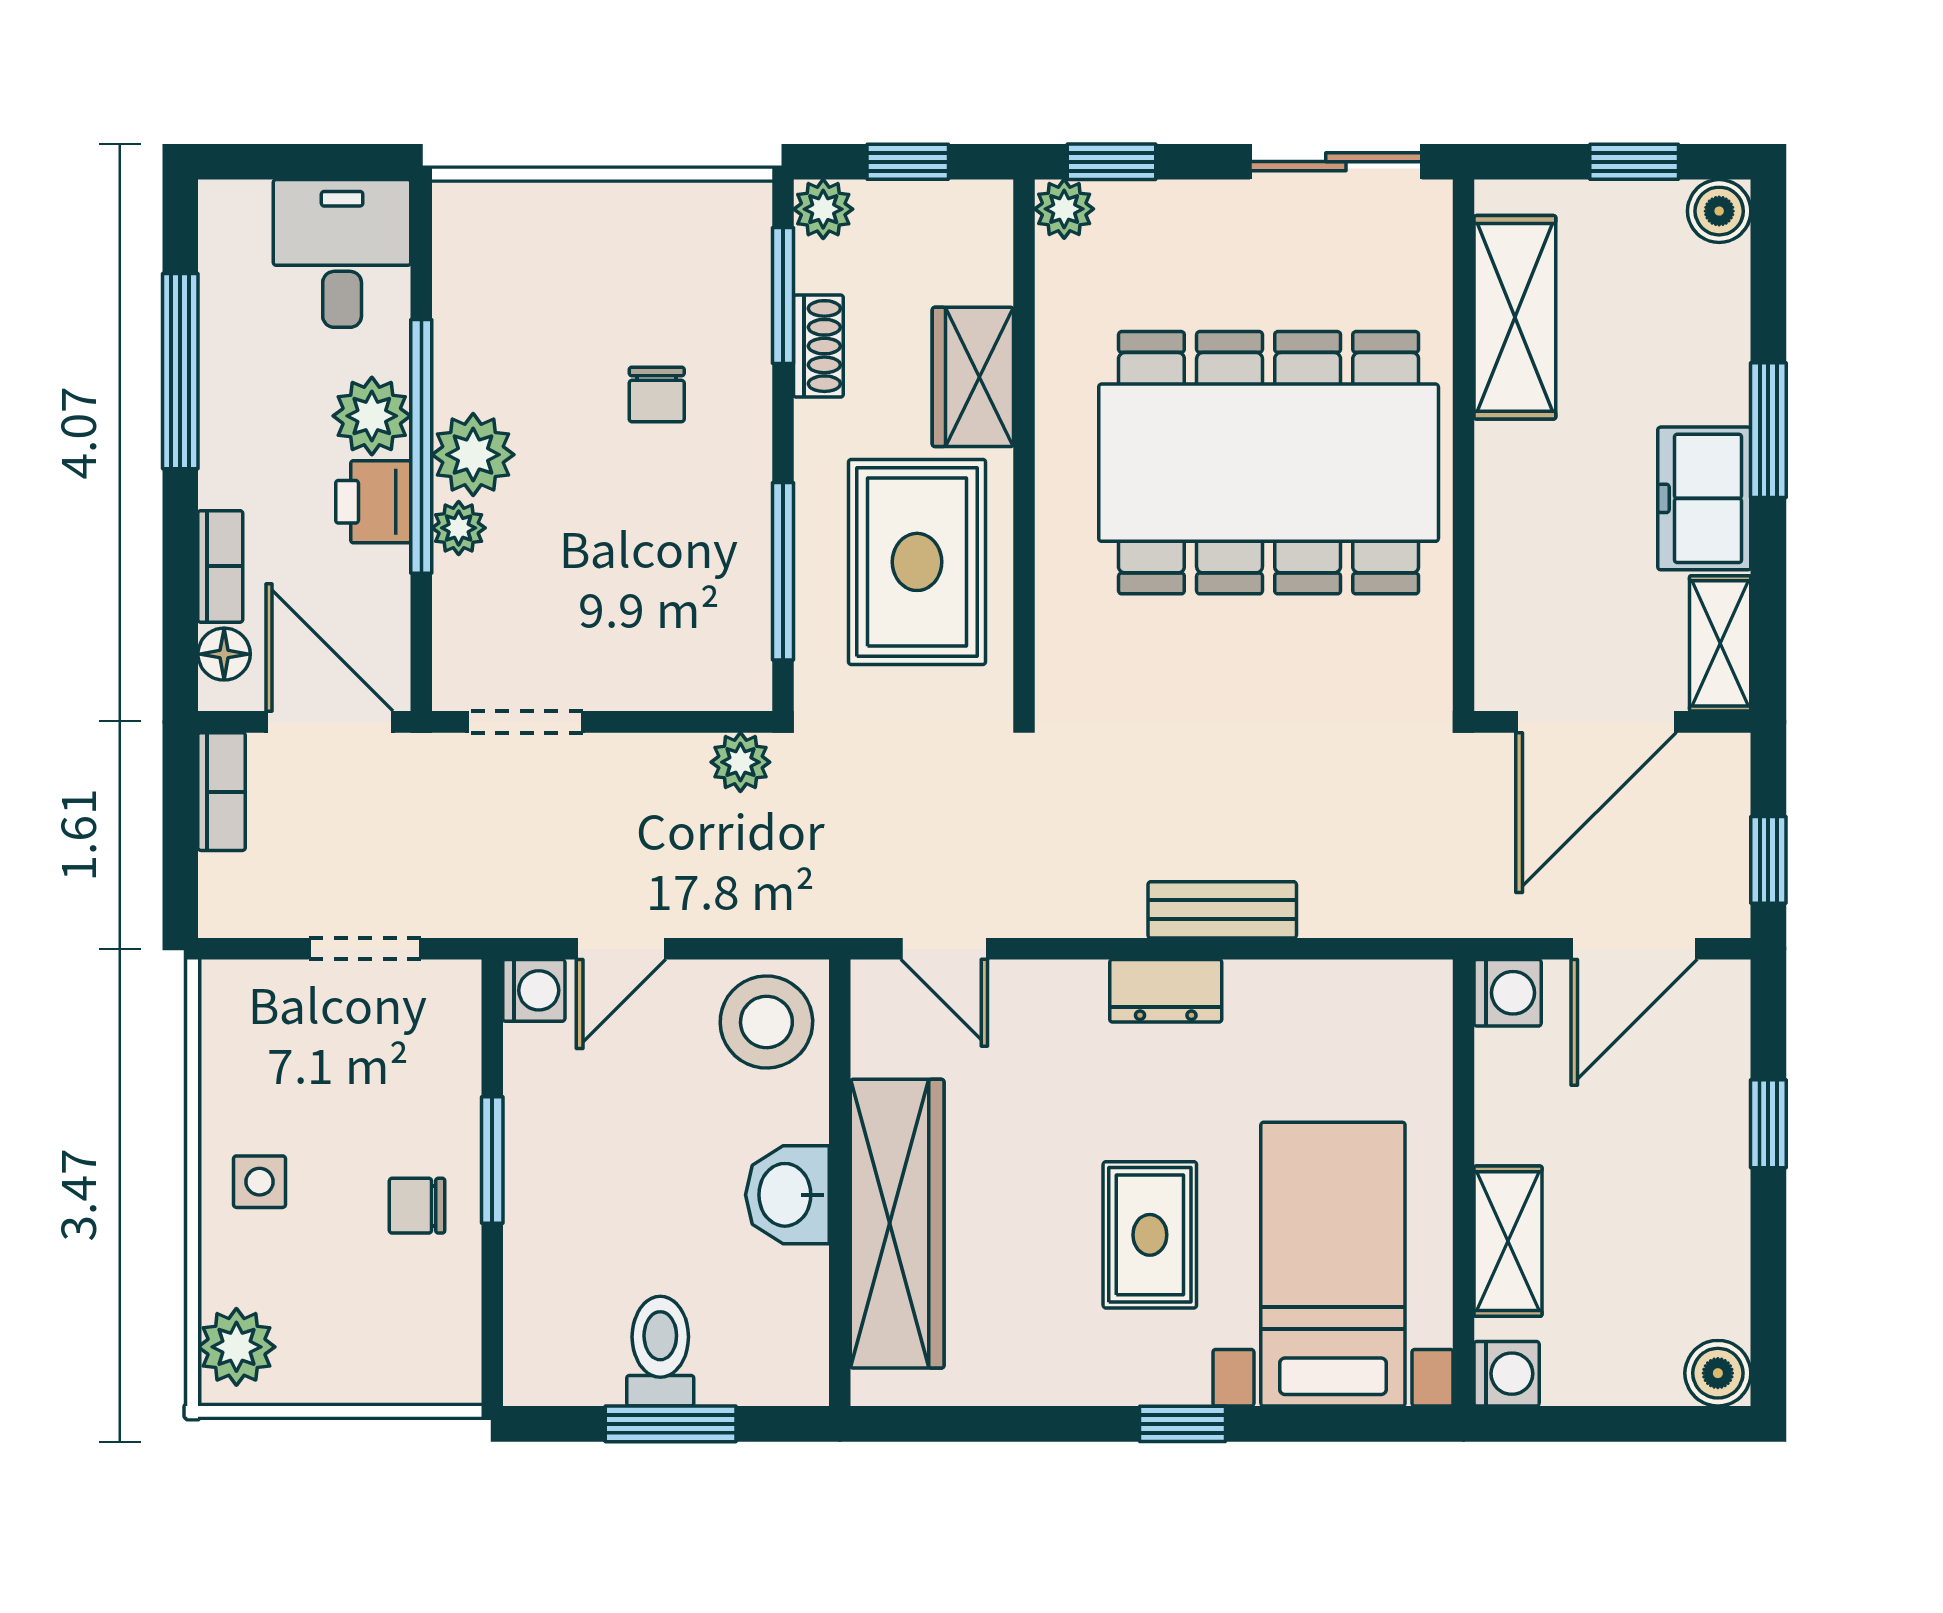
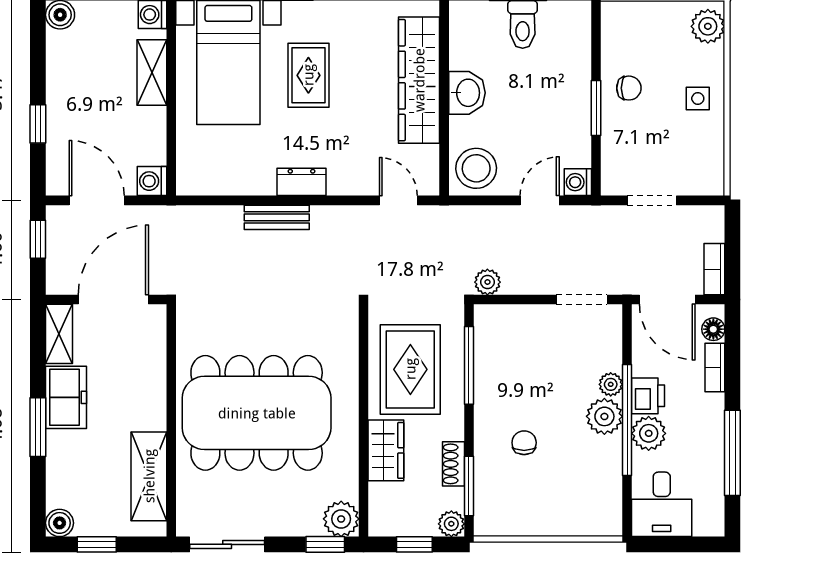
plant: (1064, 209) -> (341, 519), width x1.38, depth x1.38
door: (1634, 949) -> (97, 200), hinge flipped

